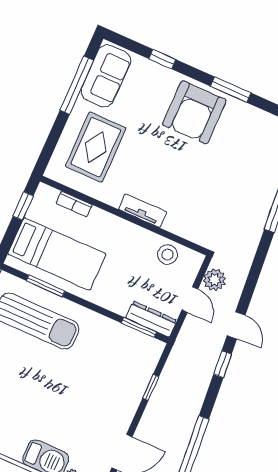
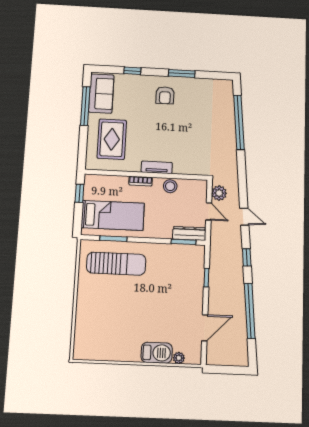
armchair: (194, 112) -> (165, 95), width x0.53, depth x0.53
bookcase: (74, 204) -> (141, 181), moved
stool: (167, 255) -> (170, 186), moved
window: (223, 364) -> (247, 257), moved

